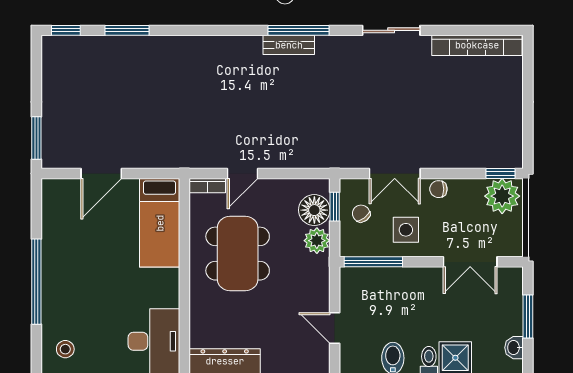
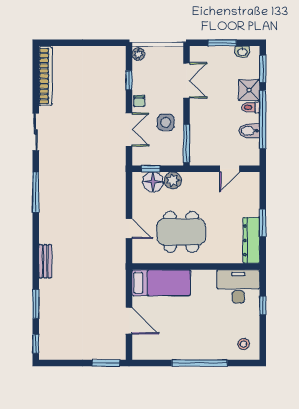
bench: (289, 45) -> (45, 261), moved
window: (501, 173) -> (129, 80), moved
bookcase: (207, 186) -> (137, 252), removed
plant: (502, 196) -> (138, 54), width x0.53, depth x0.53
chair: (361, 214) -> (155, 151), removed

